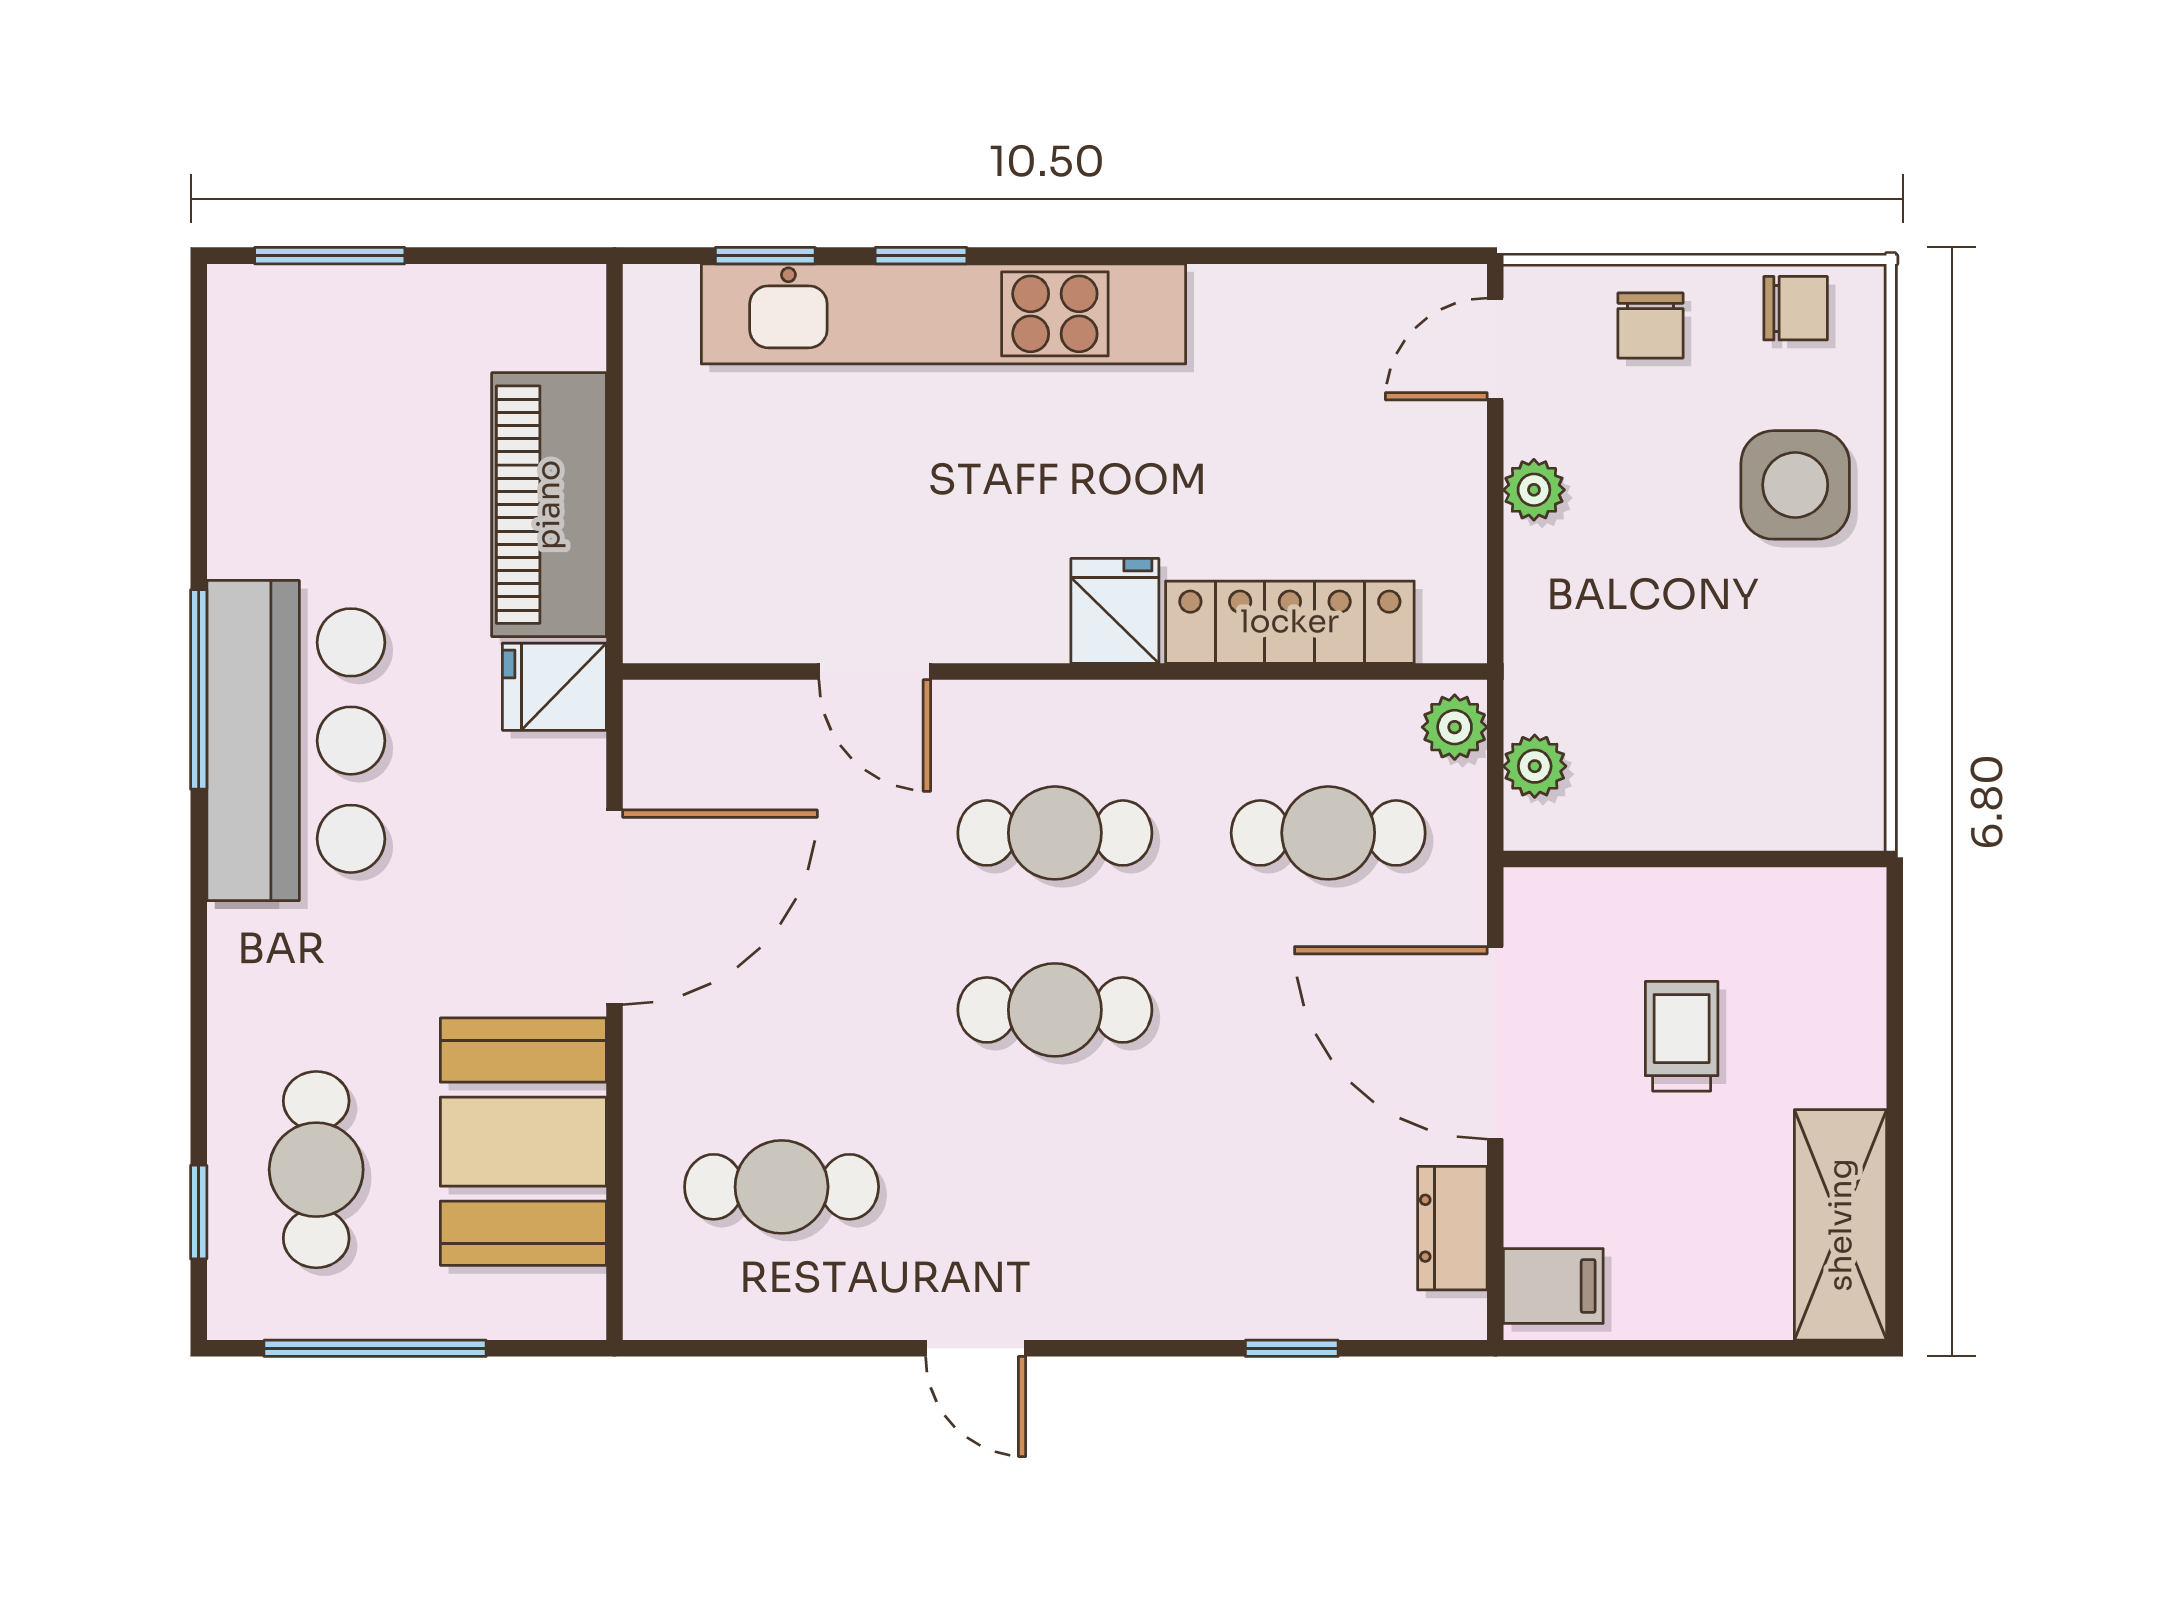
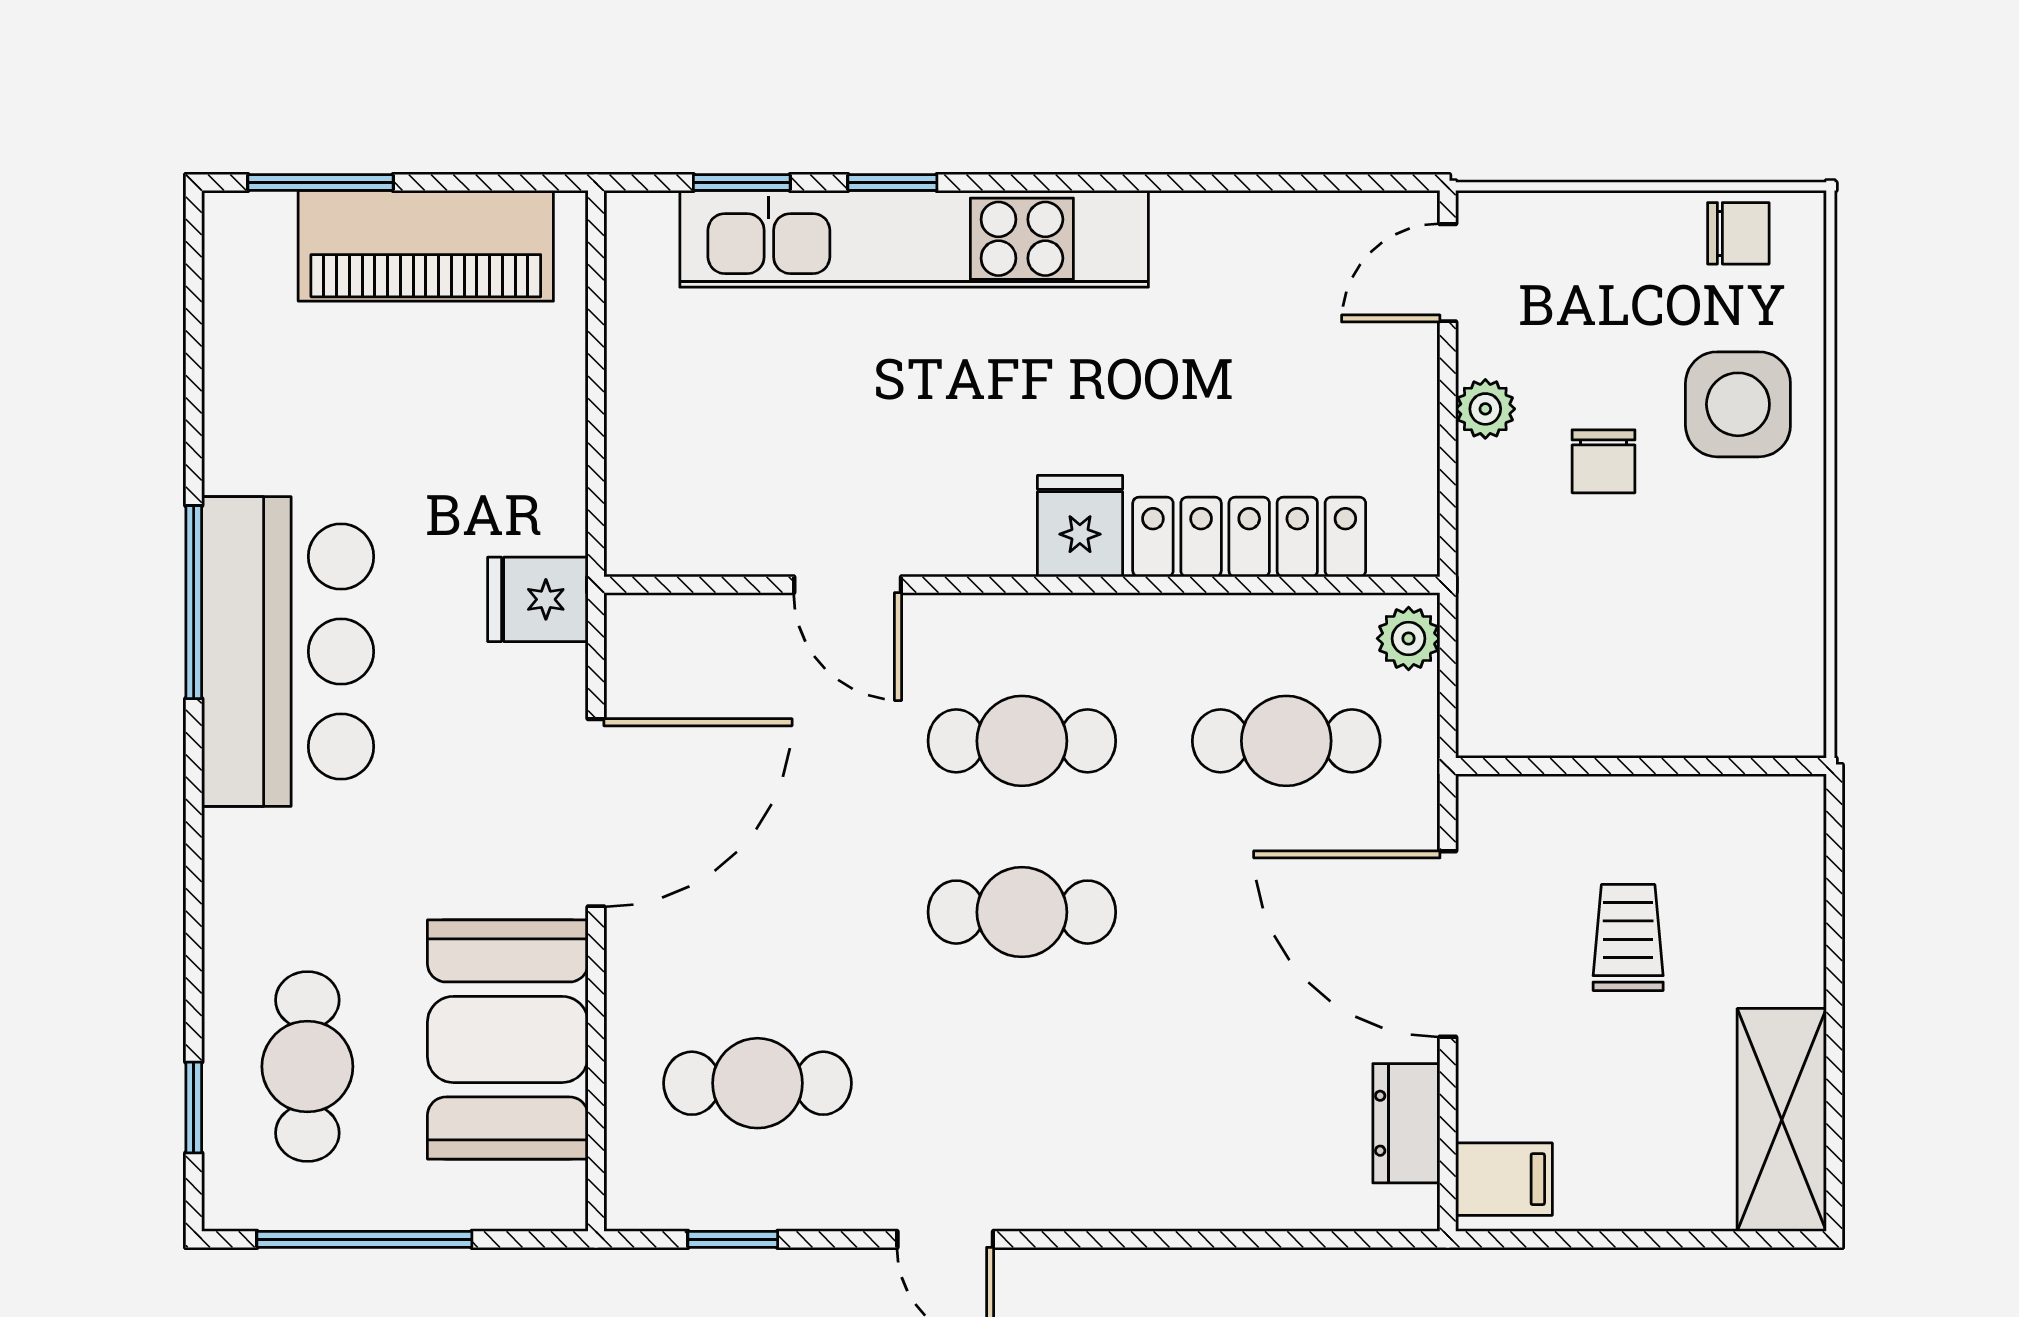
chair: (1650, 325) -> (1604, 461), moved
piano: (549, 505) -> (426, 246), moved, turned -90
plant: (1535, 766) -> (1486, 676), removed
window: (1292, 1348) -> (733, 1239), moved

